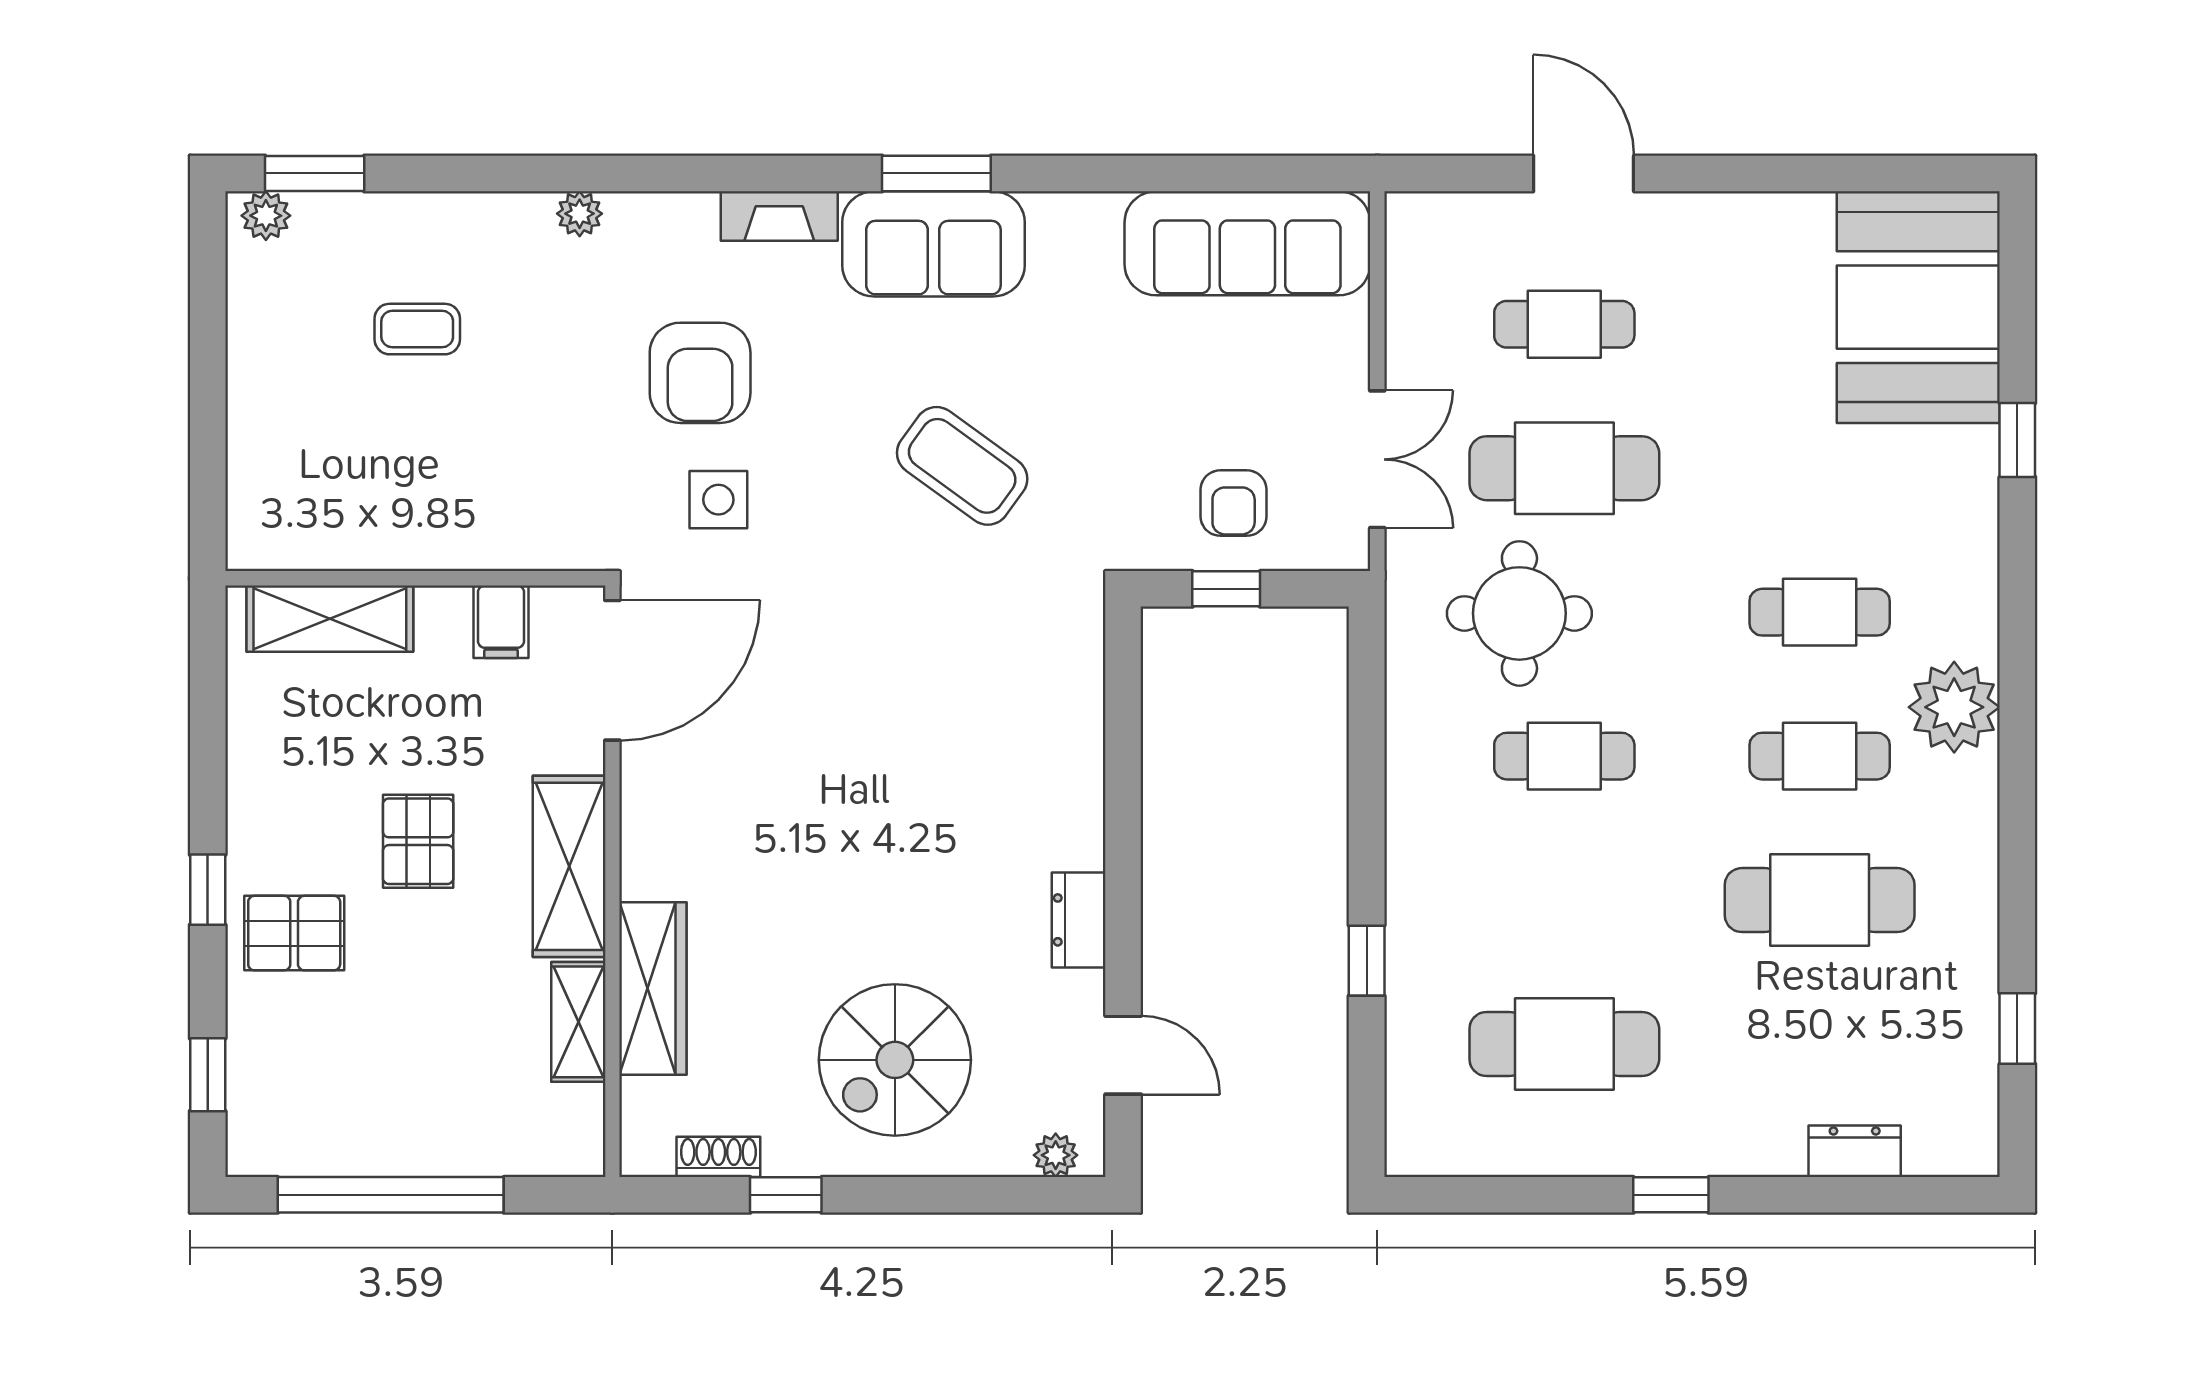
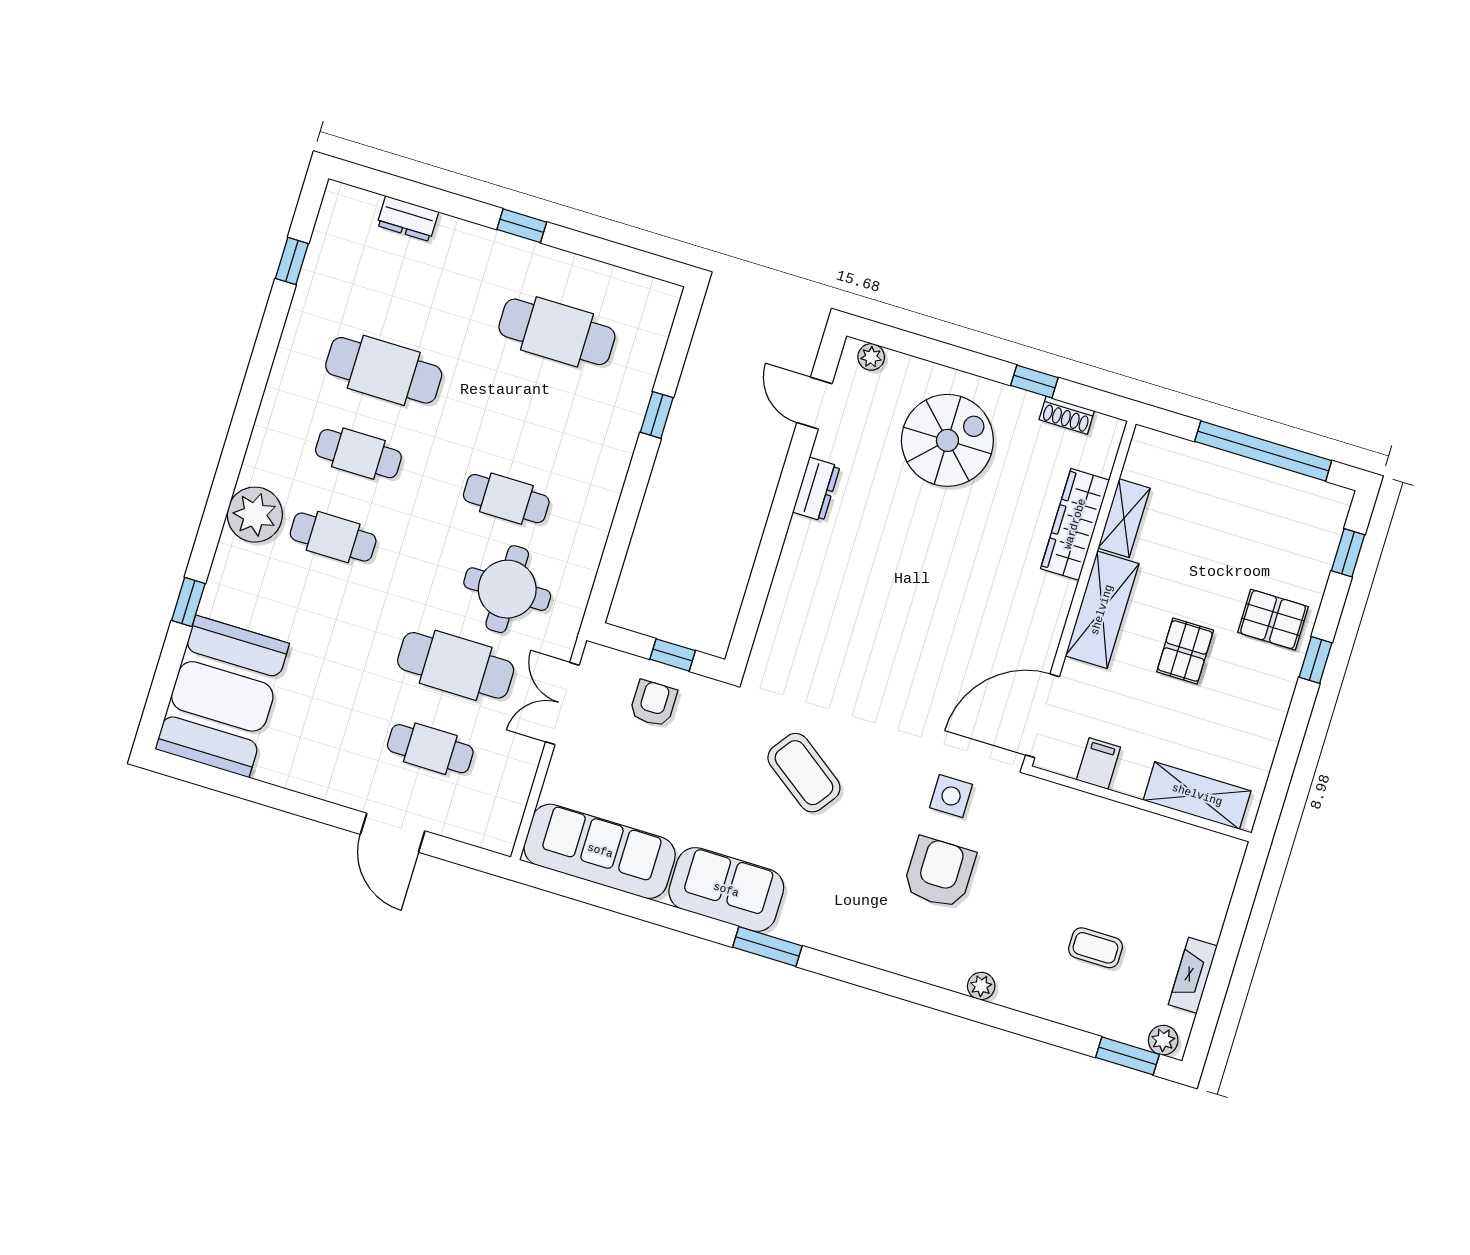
fireplace: (779, 216) -> (1193, 975), moved, turned -90
sofa: (933, 244) -> (726, 890), moved
plant: (1954, 707) -> (255, 515), moved

